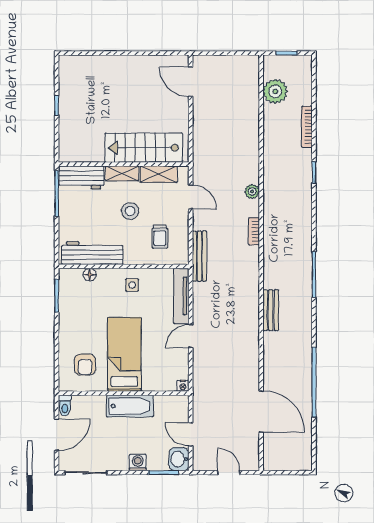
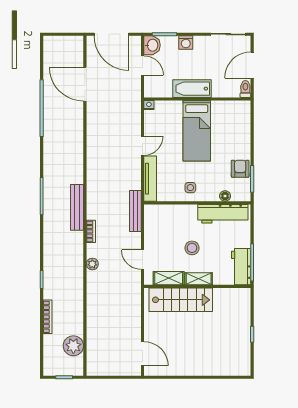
workbench: (82, 177) -> (241, 267), moved, turned -90
trolley: (160, 237) -> (168, 227), removed
bench: (271, 310) -> (77, 207), moved, width x1.36
armchair: (85, 365) -> (240, 169), moved
door: (229, 473) -> (111, 34), width x1.88

